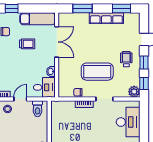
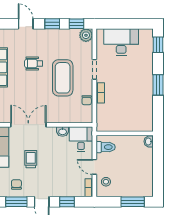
wheelchair: (126, 59) -> (34, 63), moved

